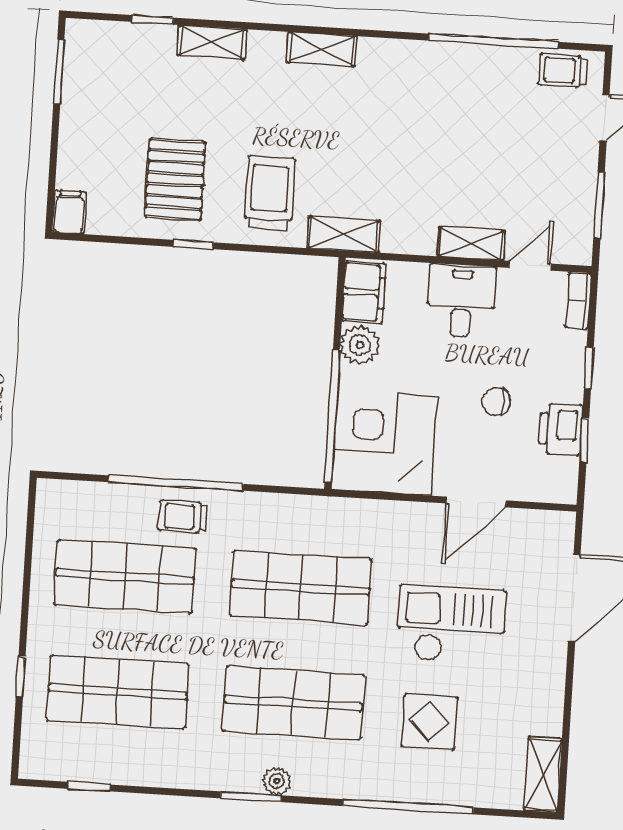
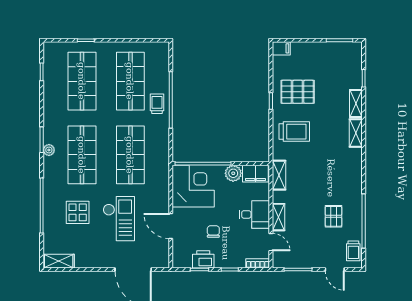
shelving: (322, 49) -> (356, 133), moved
trolley: (563, 70) -> (353, 251), turned 180
pallet: (478, 113) -> (333, 216), added
shelving: (344, 234) -> (279, 175), moved

